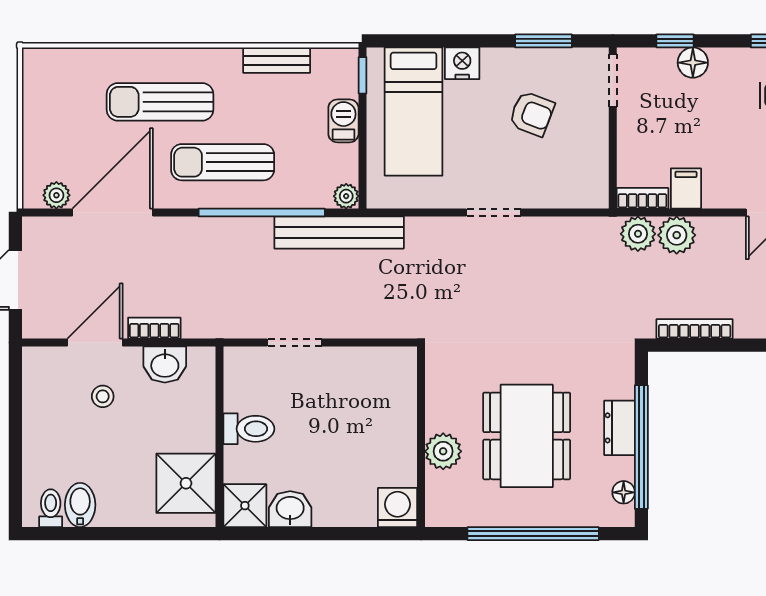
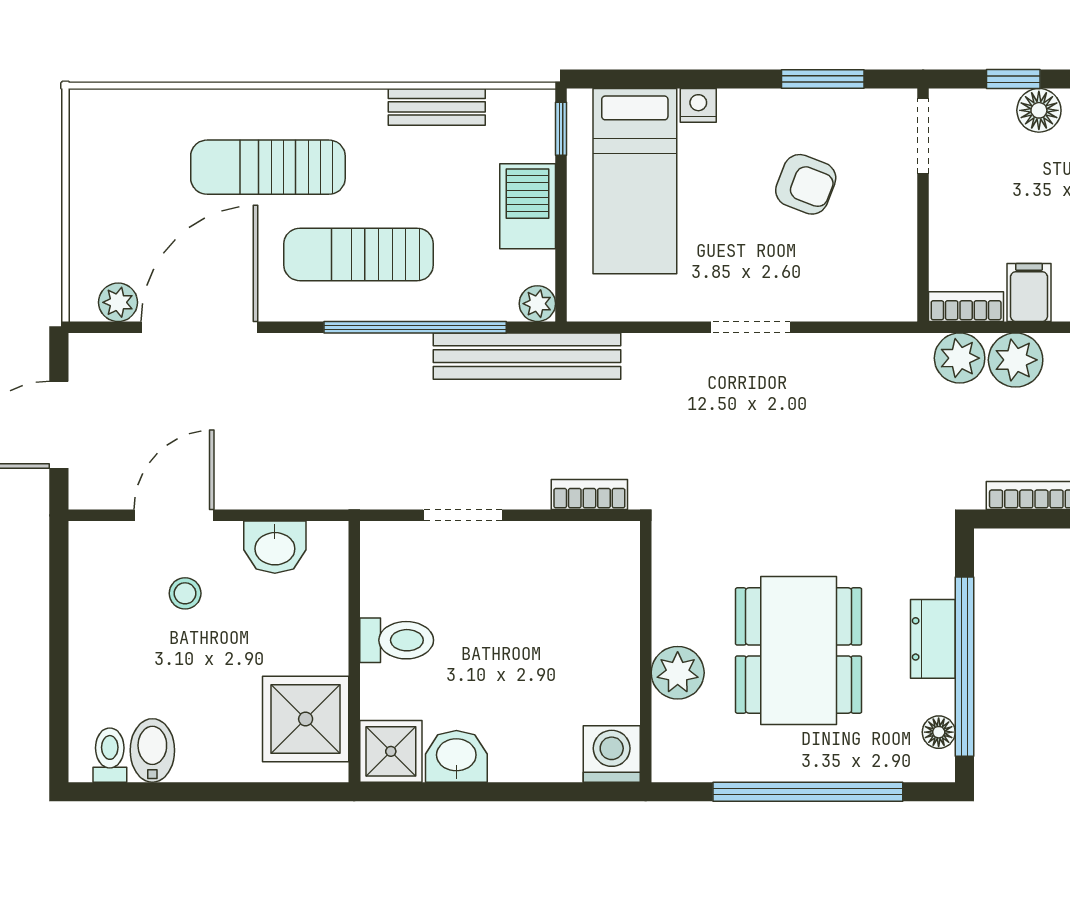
nightstand: (462, 63) -> (698, 105), width x0.72, depth x0.74
barbecue: (343, 121) -> (528, 206), width x1.38, depth x1.27
bookcase: (154, 328) -> (589, 494), moved

